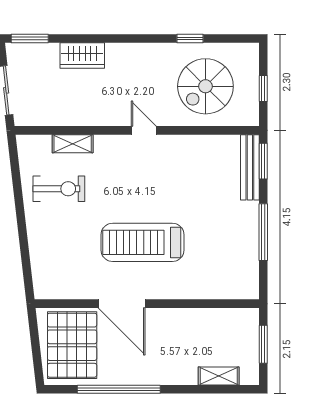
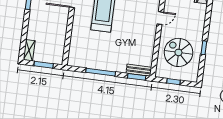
bench: (250, 167) -> (139, 70), width x0.73
shelving: (219, 376) -> (29, 50), moved

